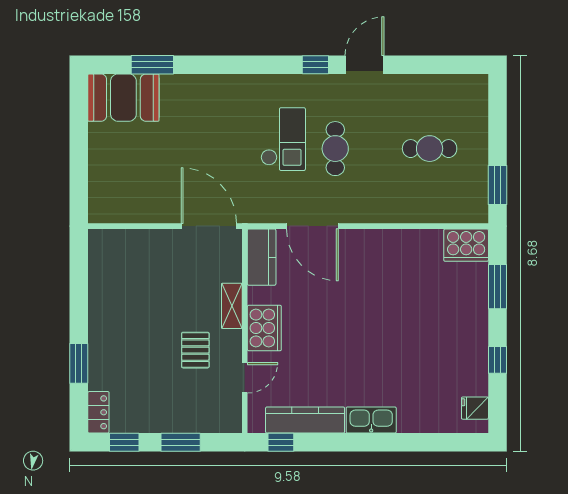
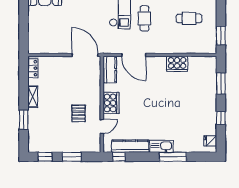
cooker: (466, 245) -> (177, 64), moved
shelving: (232, 306) -> (33, 97), moved
locker: (98, 412) -> (33, 68), moved
window: (395, 442) -> (173, 157), added

